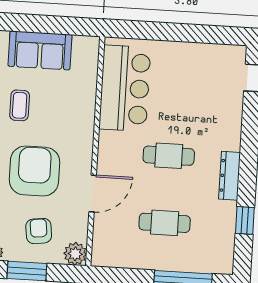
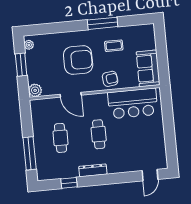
sofa: (40, 50) -> (148, 68), moved
armchair: (39, 231) -> (110, 79), moved

